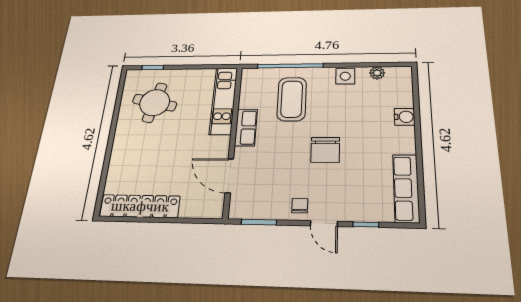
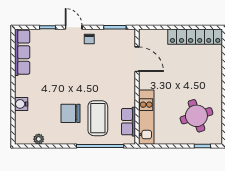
side table: (345, 76) -> (61, 137), removed
round table: (155, 103) -> (196, 116), turned -31
row of seats: (246, 127) -> (128, 122), moved
chair: (325, 150) -> (70, 113), moved, turned -90

